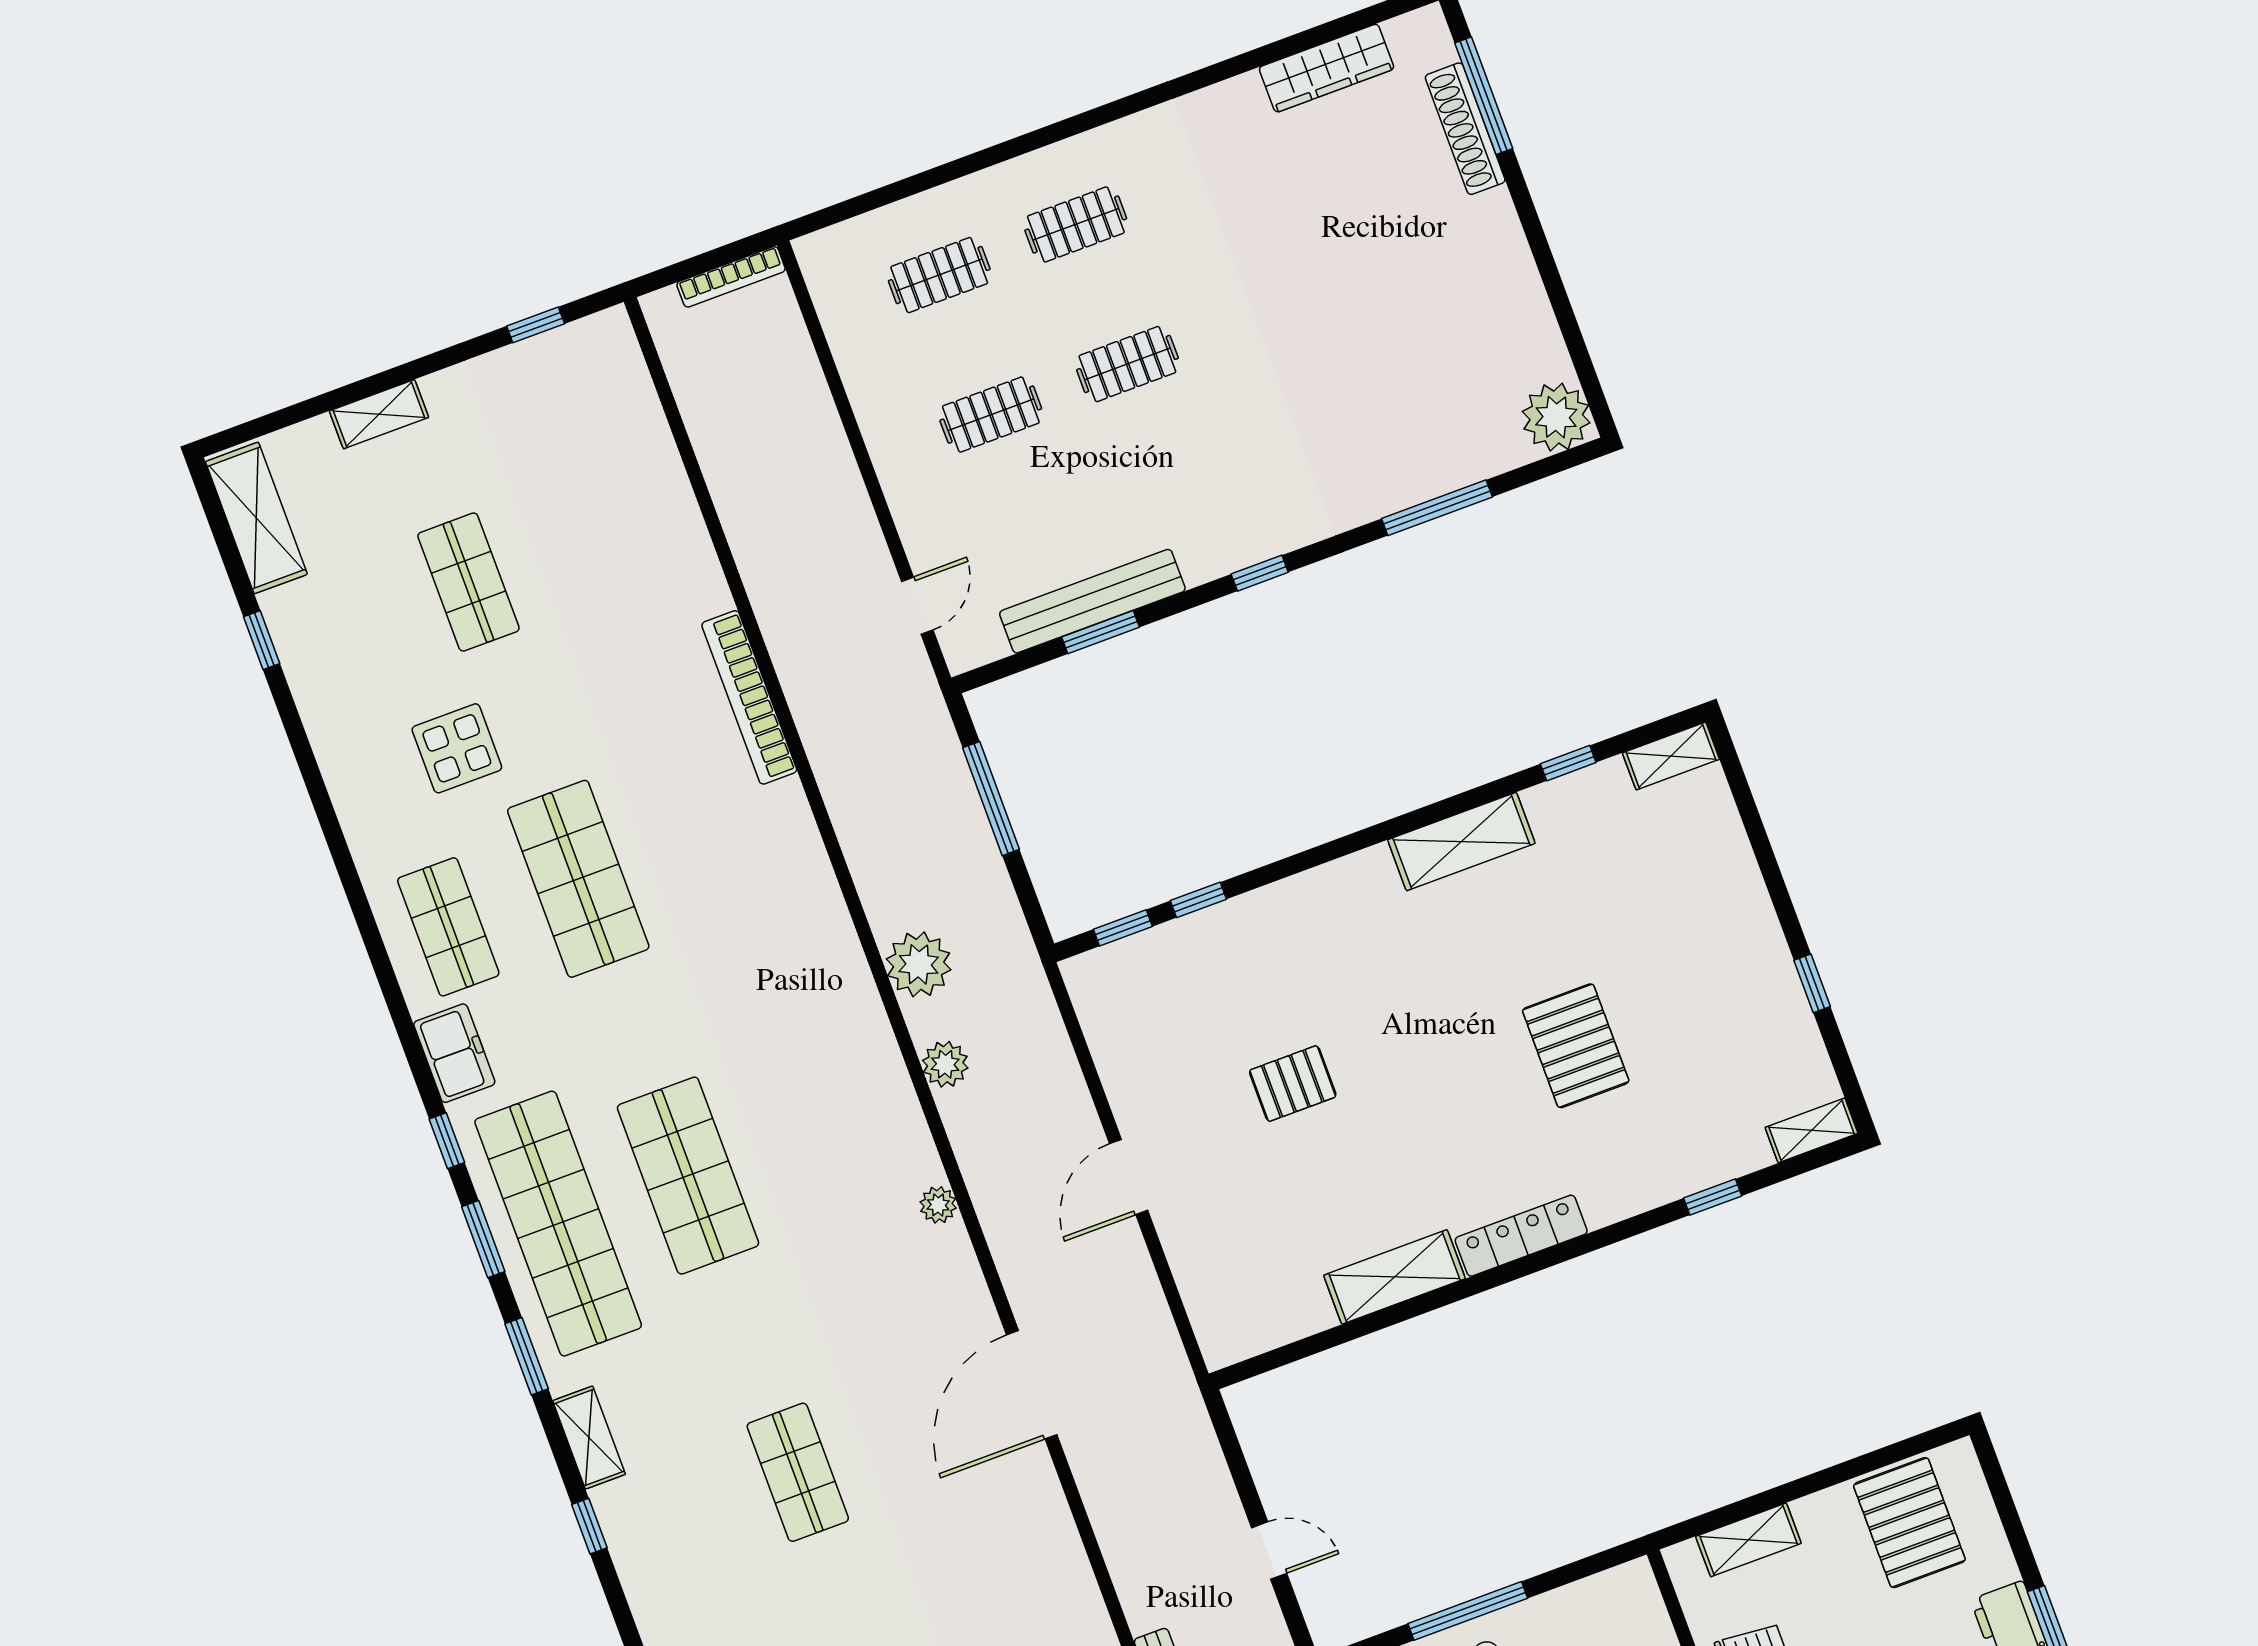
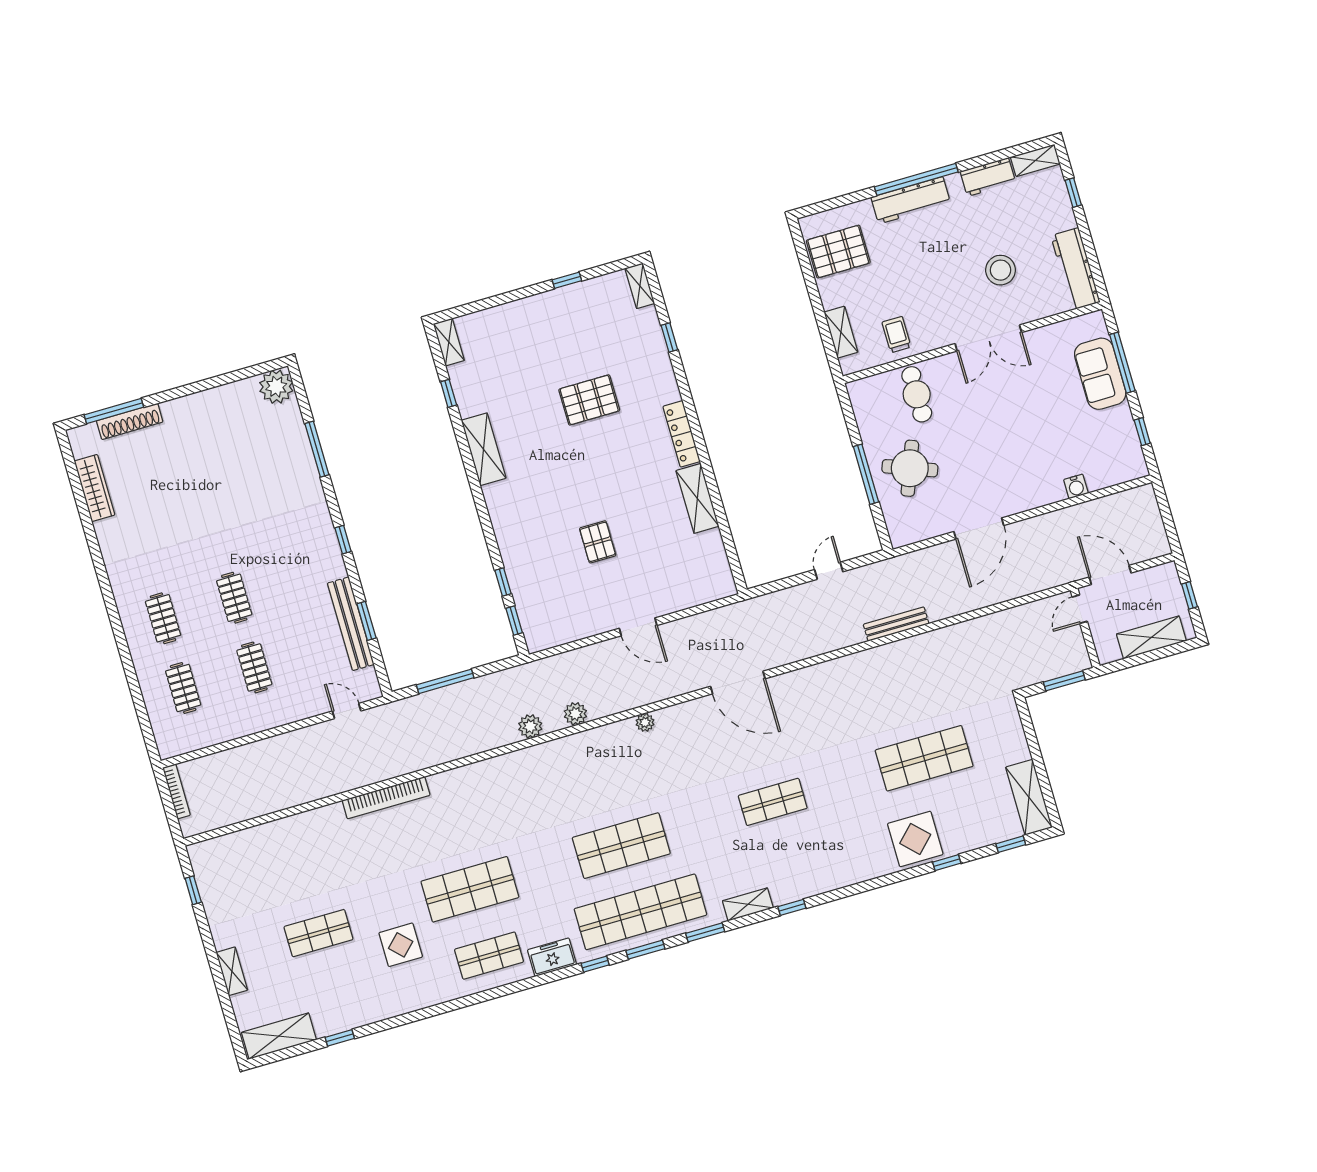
plant: (919, 964) -> (530, 726), width x0.73, depth x0.73

